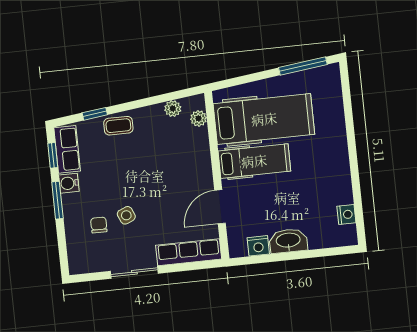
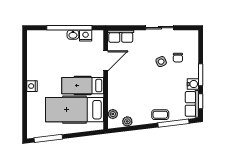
window: (95, 114) -> (173, 123), width x2.17
nightstand: (346, 214) -> (32, 86), moved
washbasin: (288, 241) -> (73, 35), width x0.52, depth x0.69
row of seats: (189, 252) -> (121, 36), width x0.68
window: (287, 256) -> (69, 28), added

